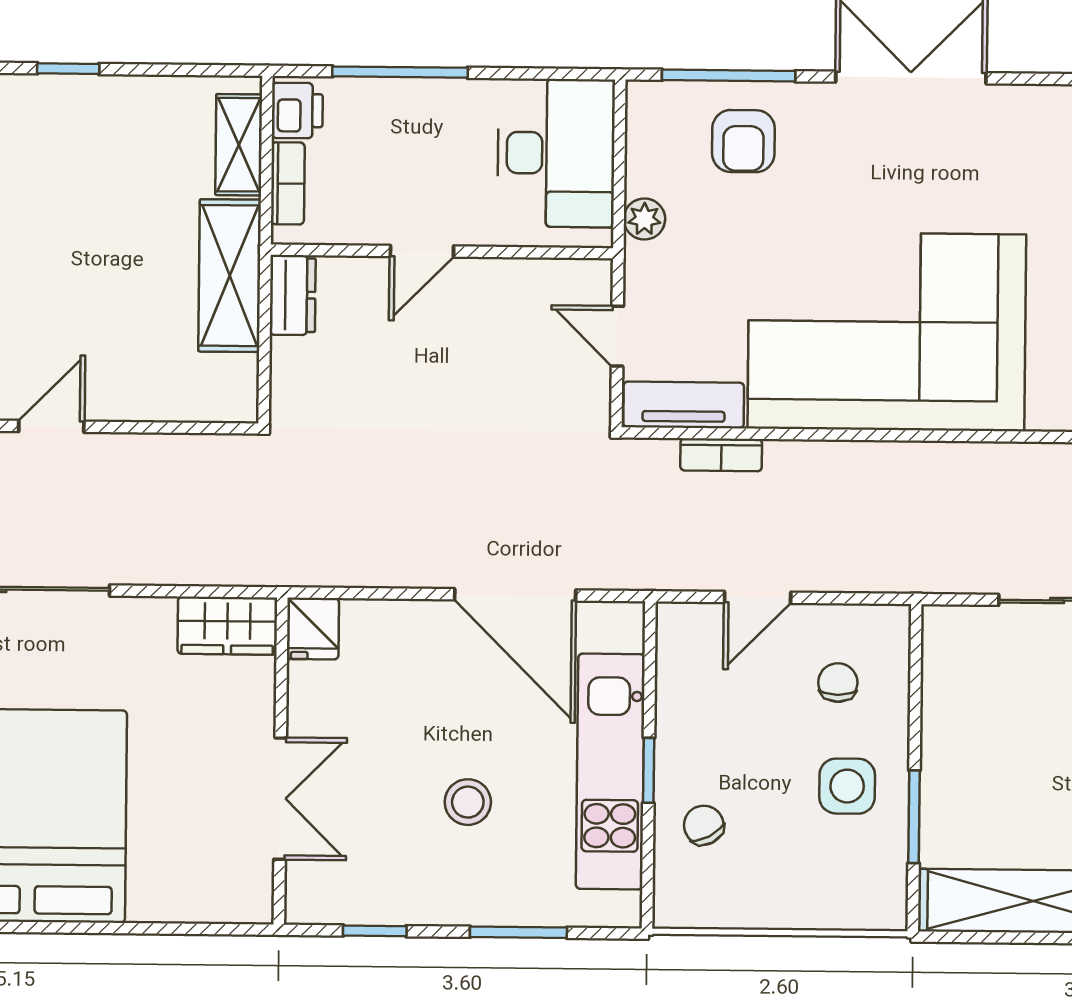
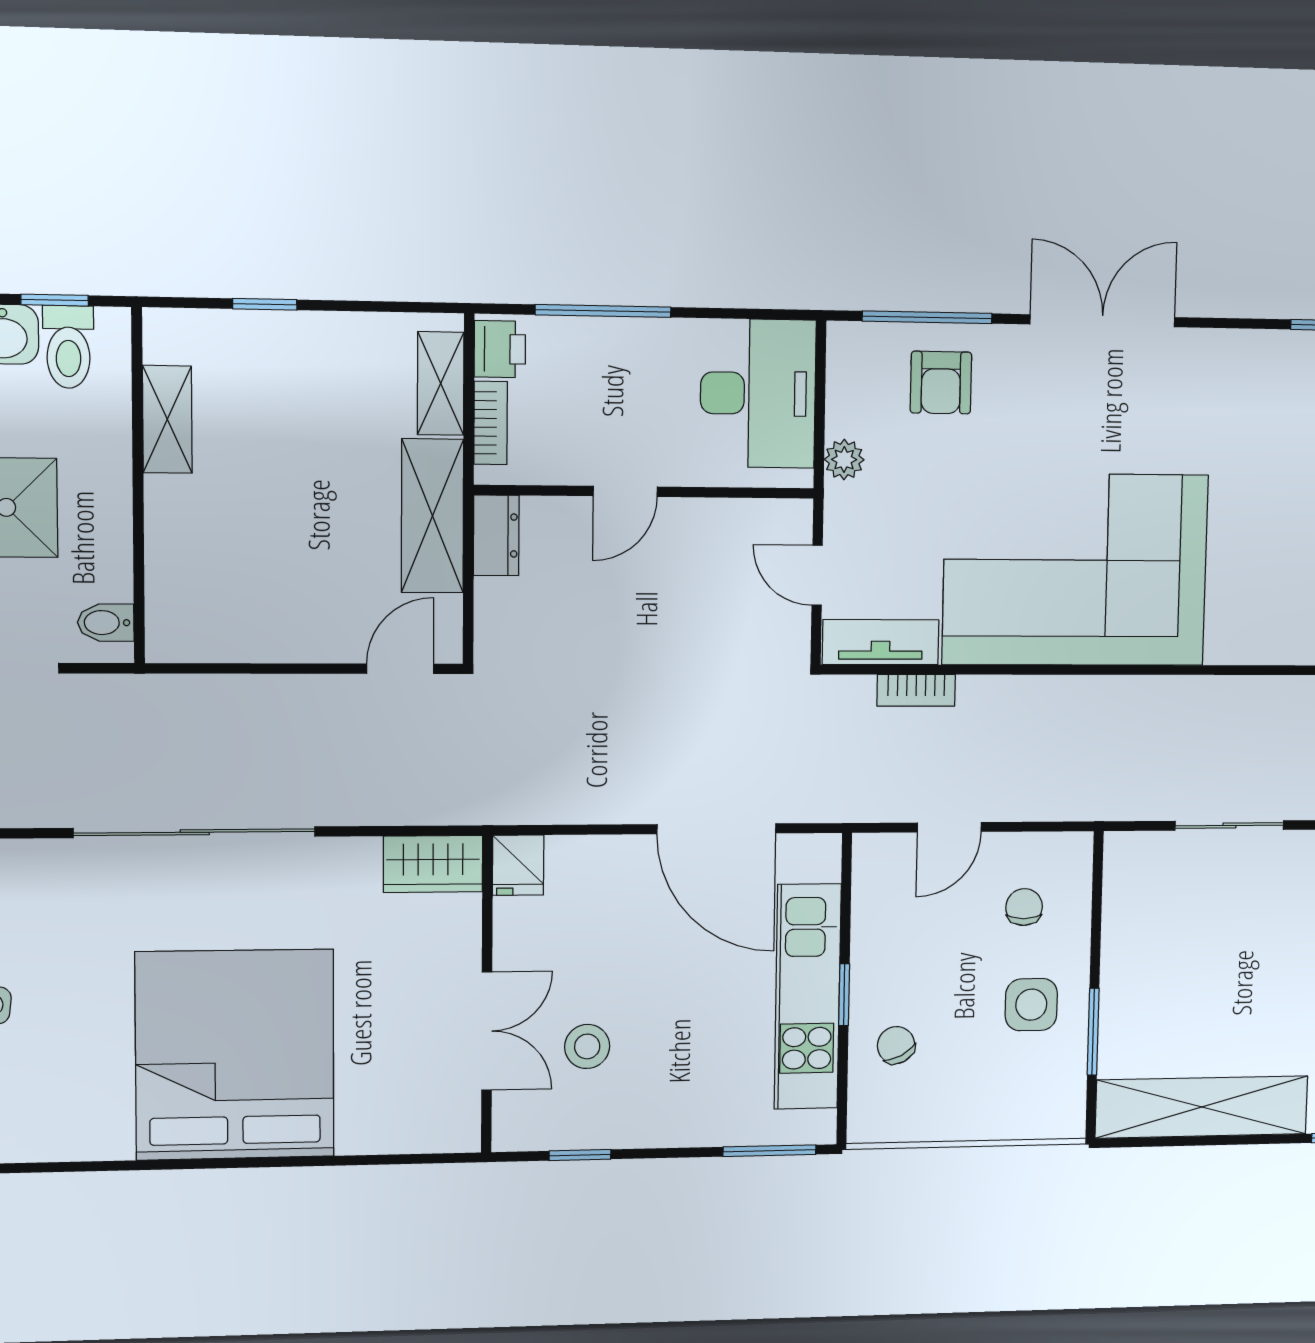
door: (51, 426) -> (400, 669), moved
stool: (468, 802) -> (587, 1046), moved
window: (518, 932) -> (769, 1151), moved

